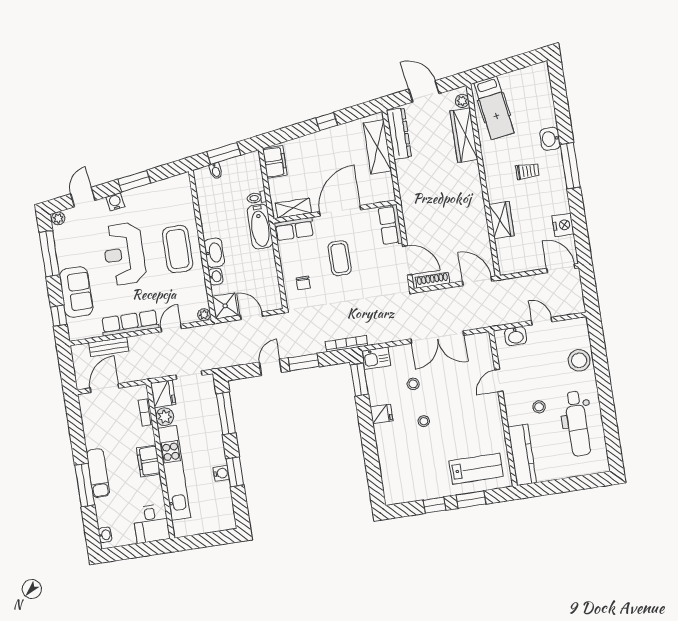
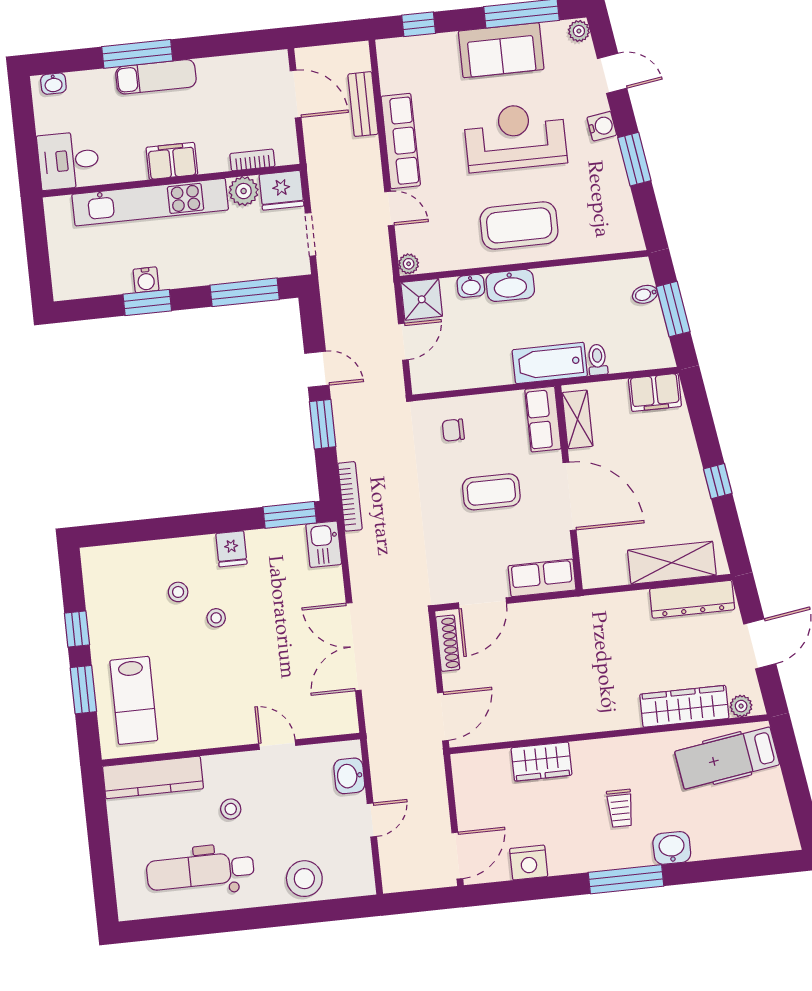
sofa: (76, 292) -> (501, 50), moved
stool: (413, 384) -> (178, 592), moved

